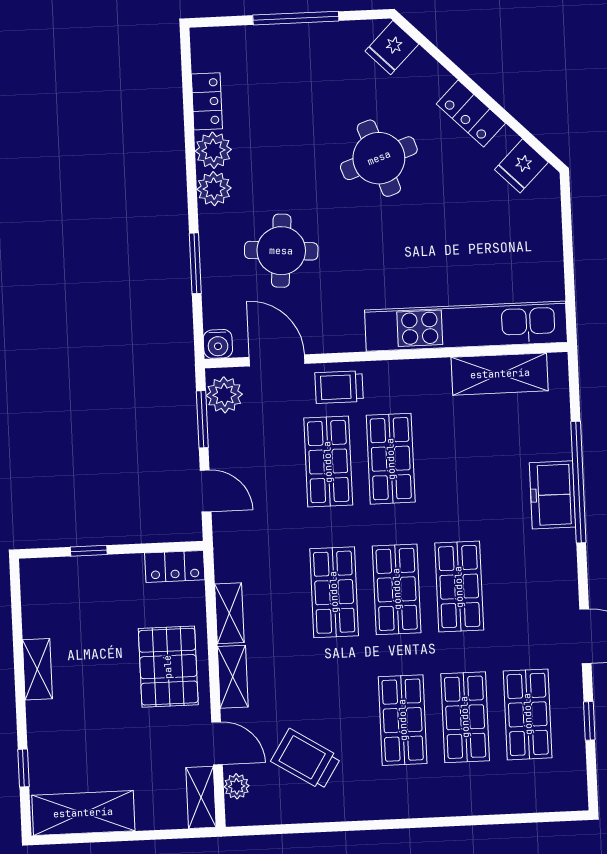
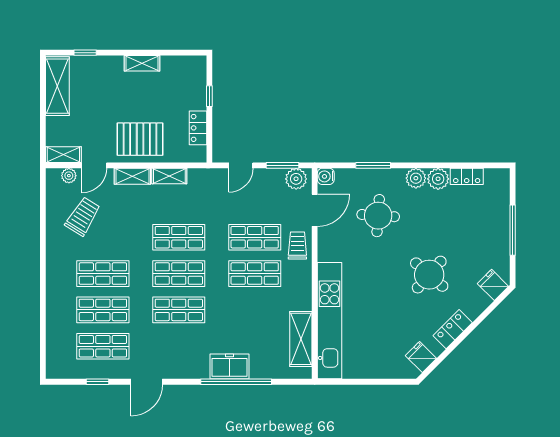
round table: (379, 158) -> (429, 275), turned -30
locker: (175, 566) -> (198, 128), moved

